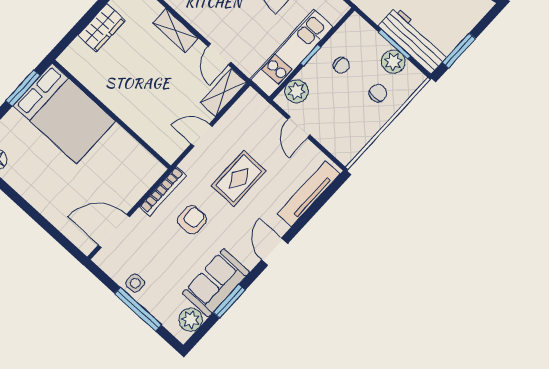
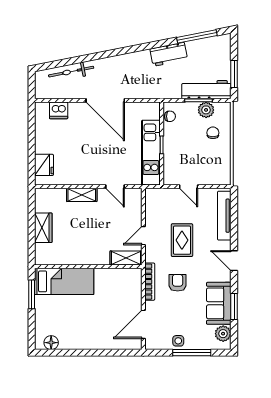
chair: (341, 65) -> (170, 116), moved
plant: (297, 91) -> (171, 170), removed
shelving: (224, 93) -> (126, 258), moved, turned 90
bed: (64, 113) -> (64, 281), width x0.67

